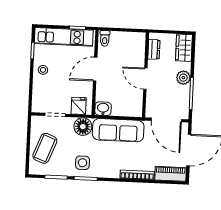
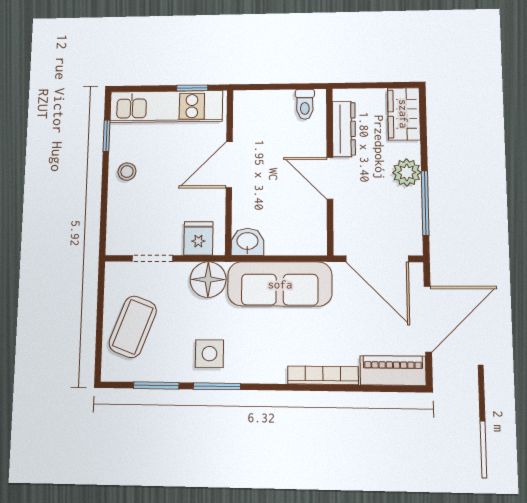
toilet: (105, 38) -> (305, 104), moved
dresser: (154, 49) -> (344, 129), width x1.44

